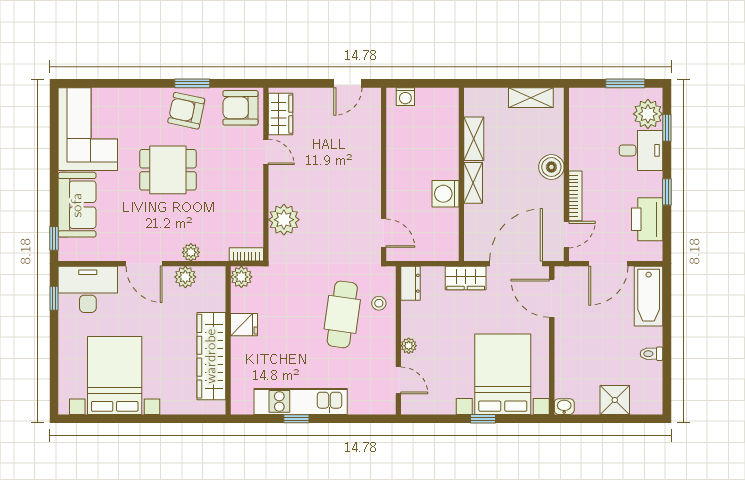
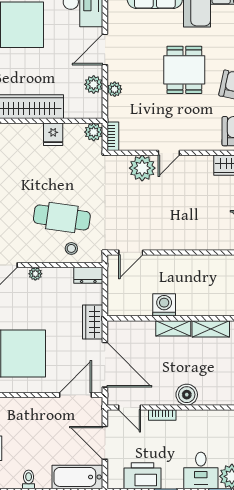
door: (266, 152) -> (169, 153), moved
bookcase: (575, 196) -> (162, 415), width x0.64

